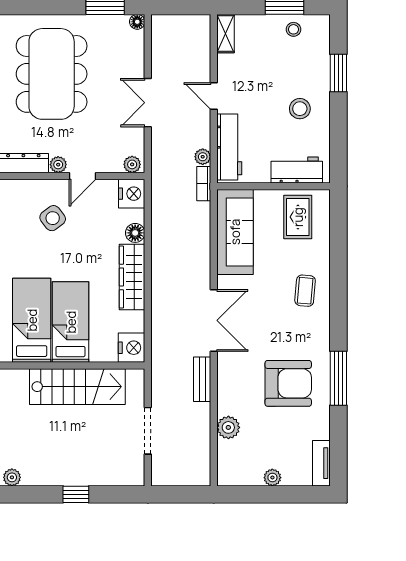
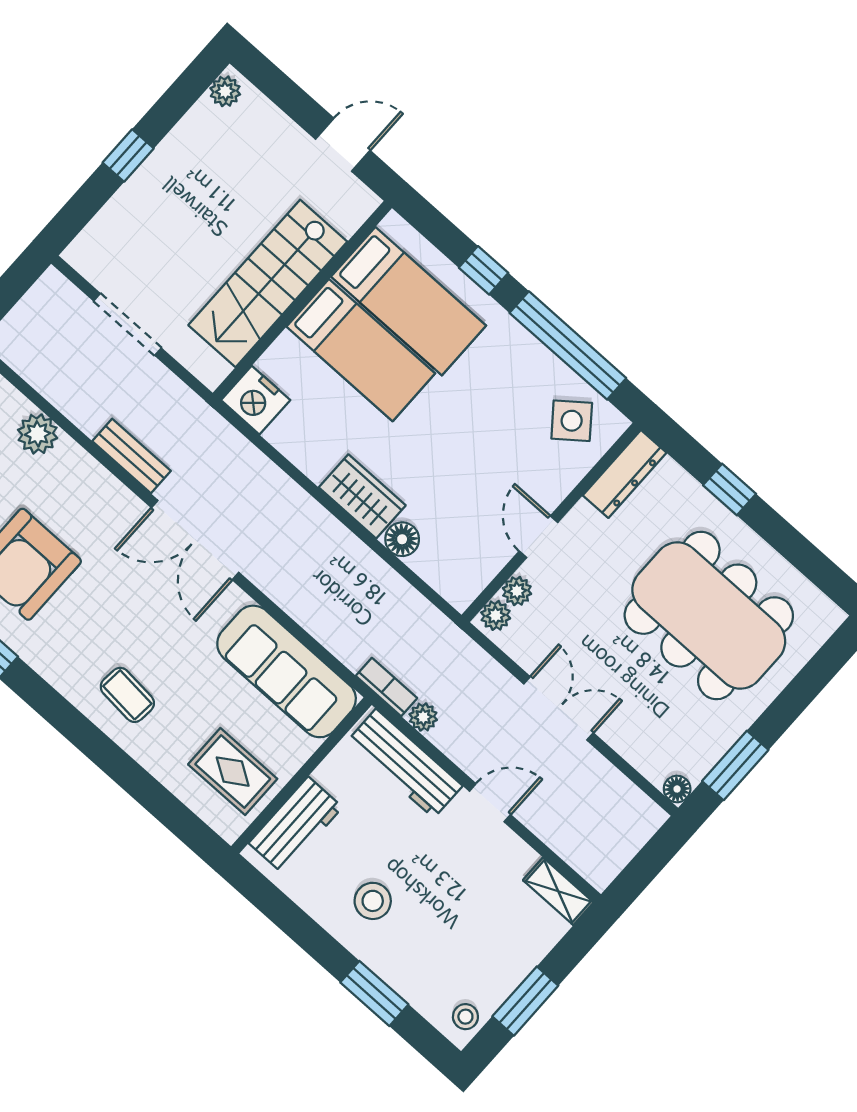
stool: (293, 29) -> (465, 1017), moved
plant: (58, 165) -> (517, 591), moved
nightstand: (132, 194) -> (458, 581), removed
side table: (53, 218) -> (572, 421), moved
wardrobe: (132, 277) -> (362, 496), width x0.67

